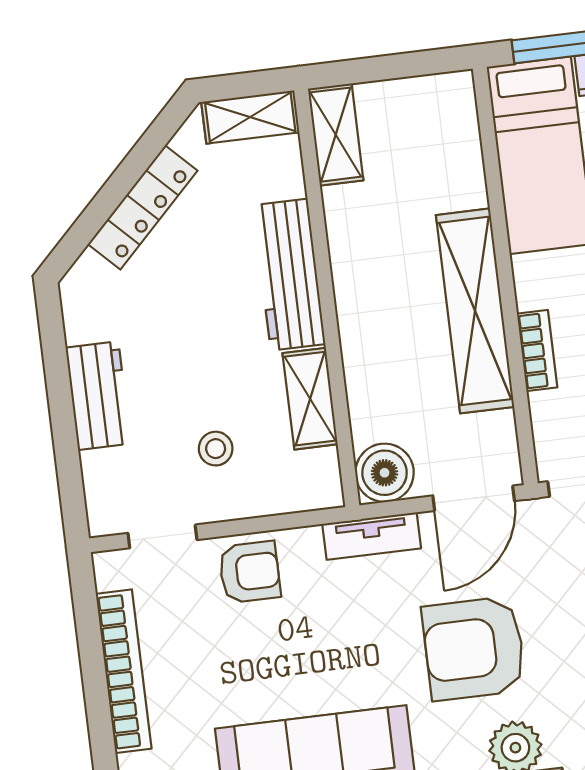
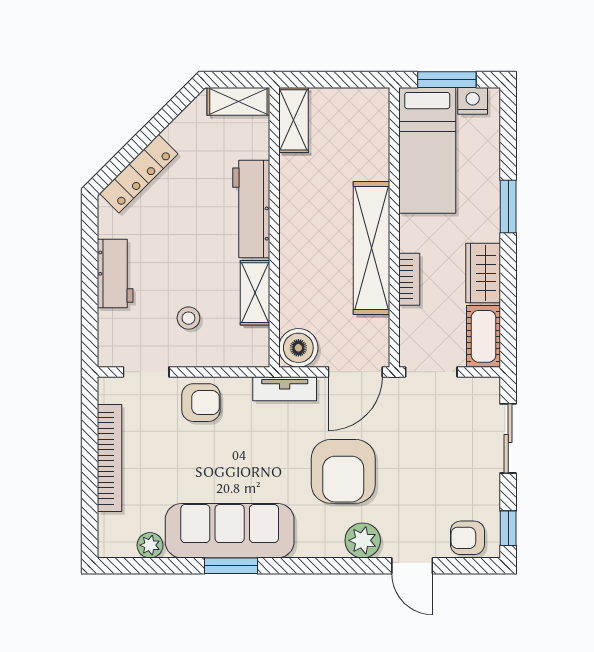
locker: (143, 207) -> (139, 174), moved
armchair: (474, 648) -> (343, 471), turned -90

